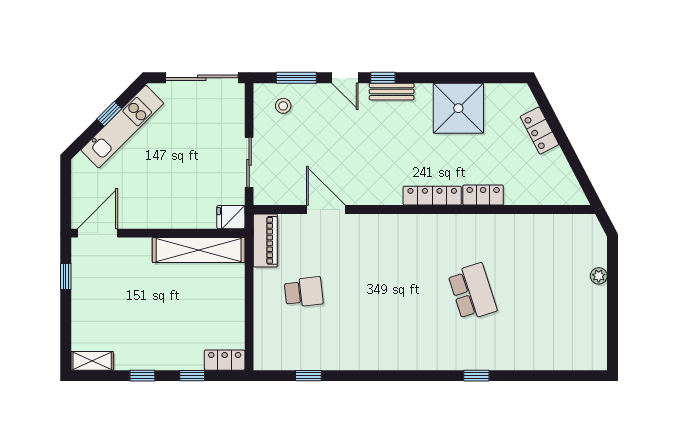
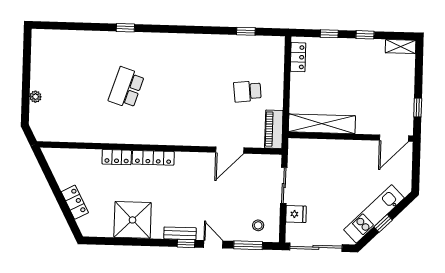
door: (326, 210) -> (230, 150), hinge flipped
fridge: (231, 217) -> (296, 214), moved
school desk: (472, 292) -> (126, 88), turned 36
locker: (225, 360) -> (298, 57), moved, turned -90

